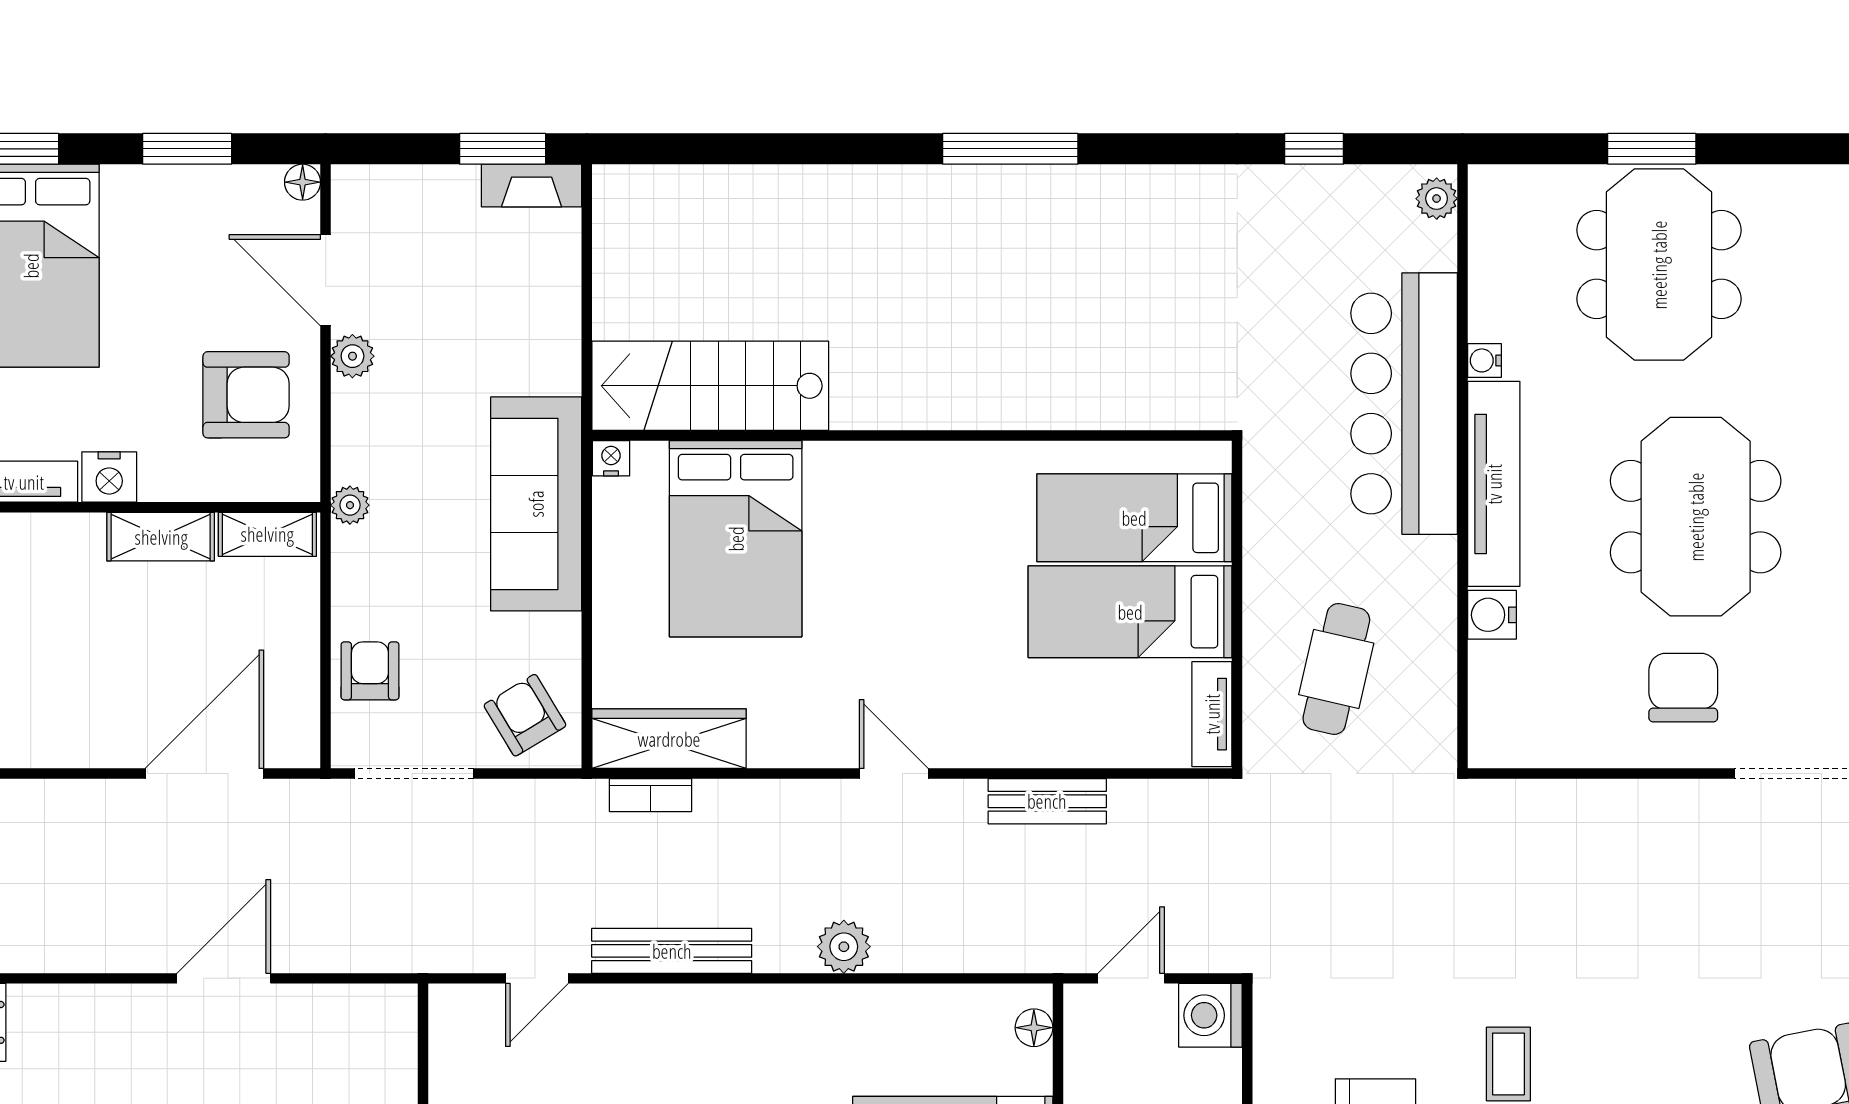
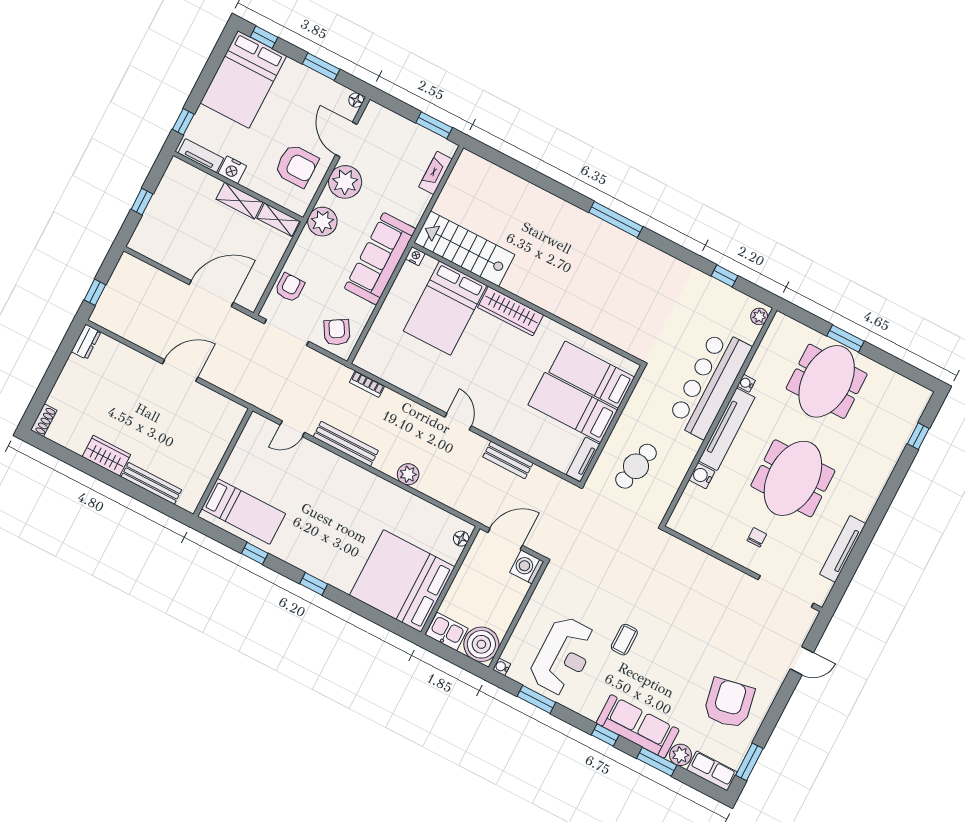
fireplace: (532, 186) -> (436, 173), moved, turned 90
plant: (352, 356) -> (345, 182), width x1.88, depth x1.88
plant: (350, 505) -> (322, 222), width x1.88, depth x1.88
chair: (1683, 688) -> (757, 537), width x0.54, depth x0.54
wardrobe: (669, 739) -> (511, 311), moved, turned 180
door: (1131, 978) -> (505, 539), width x1.38

